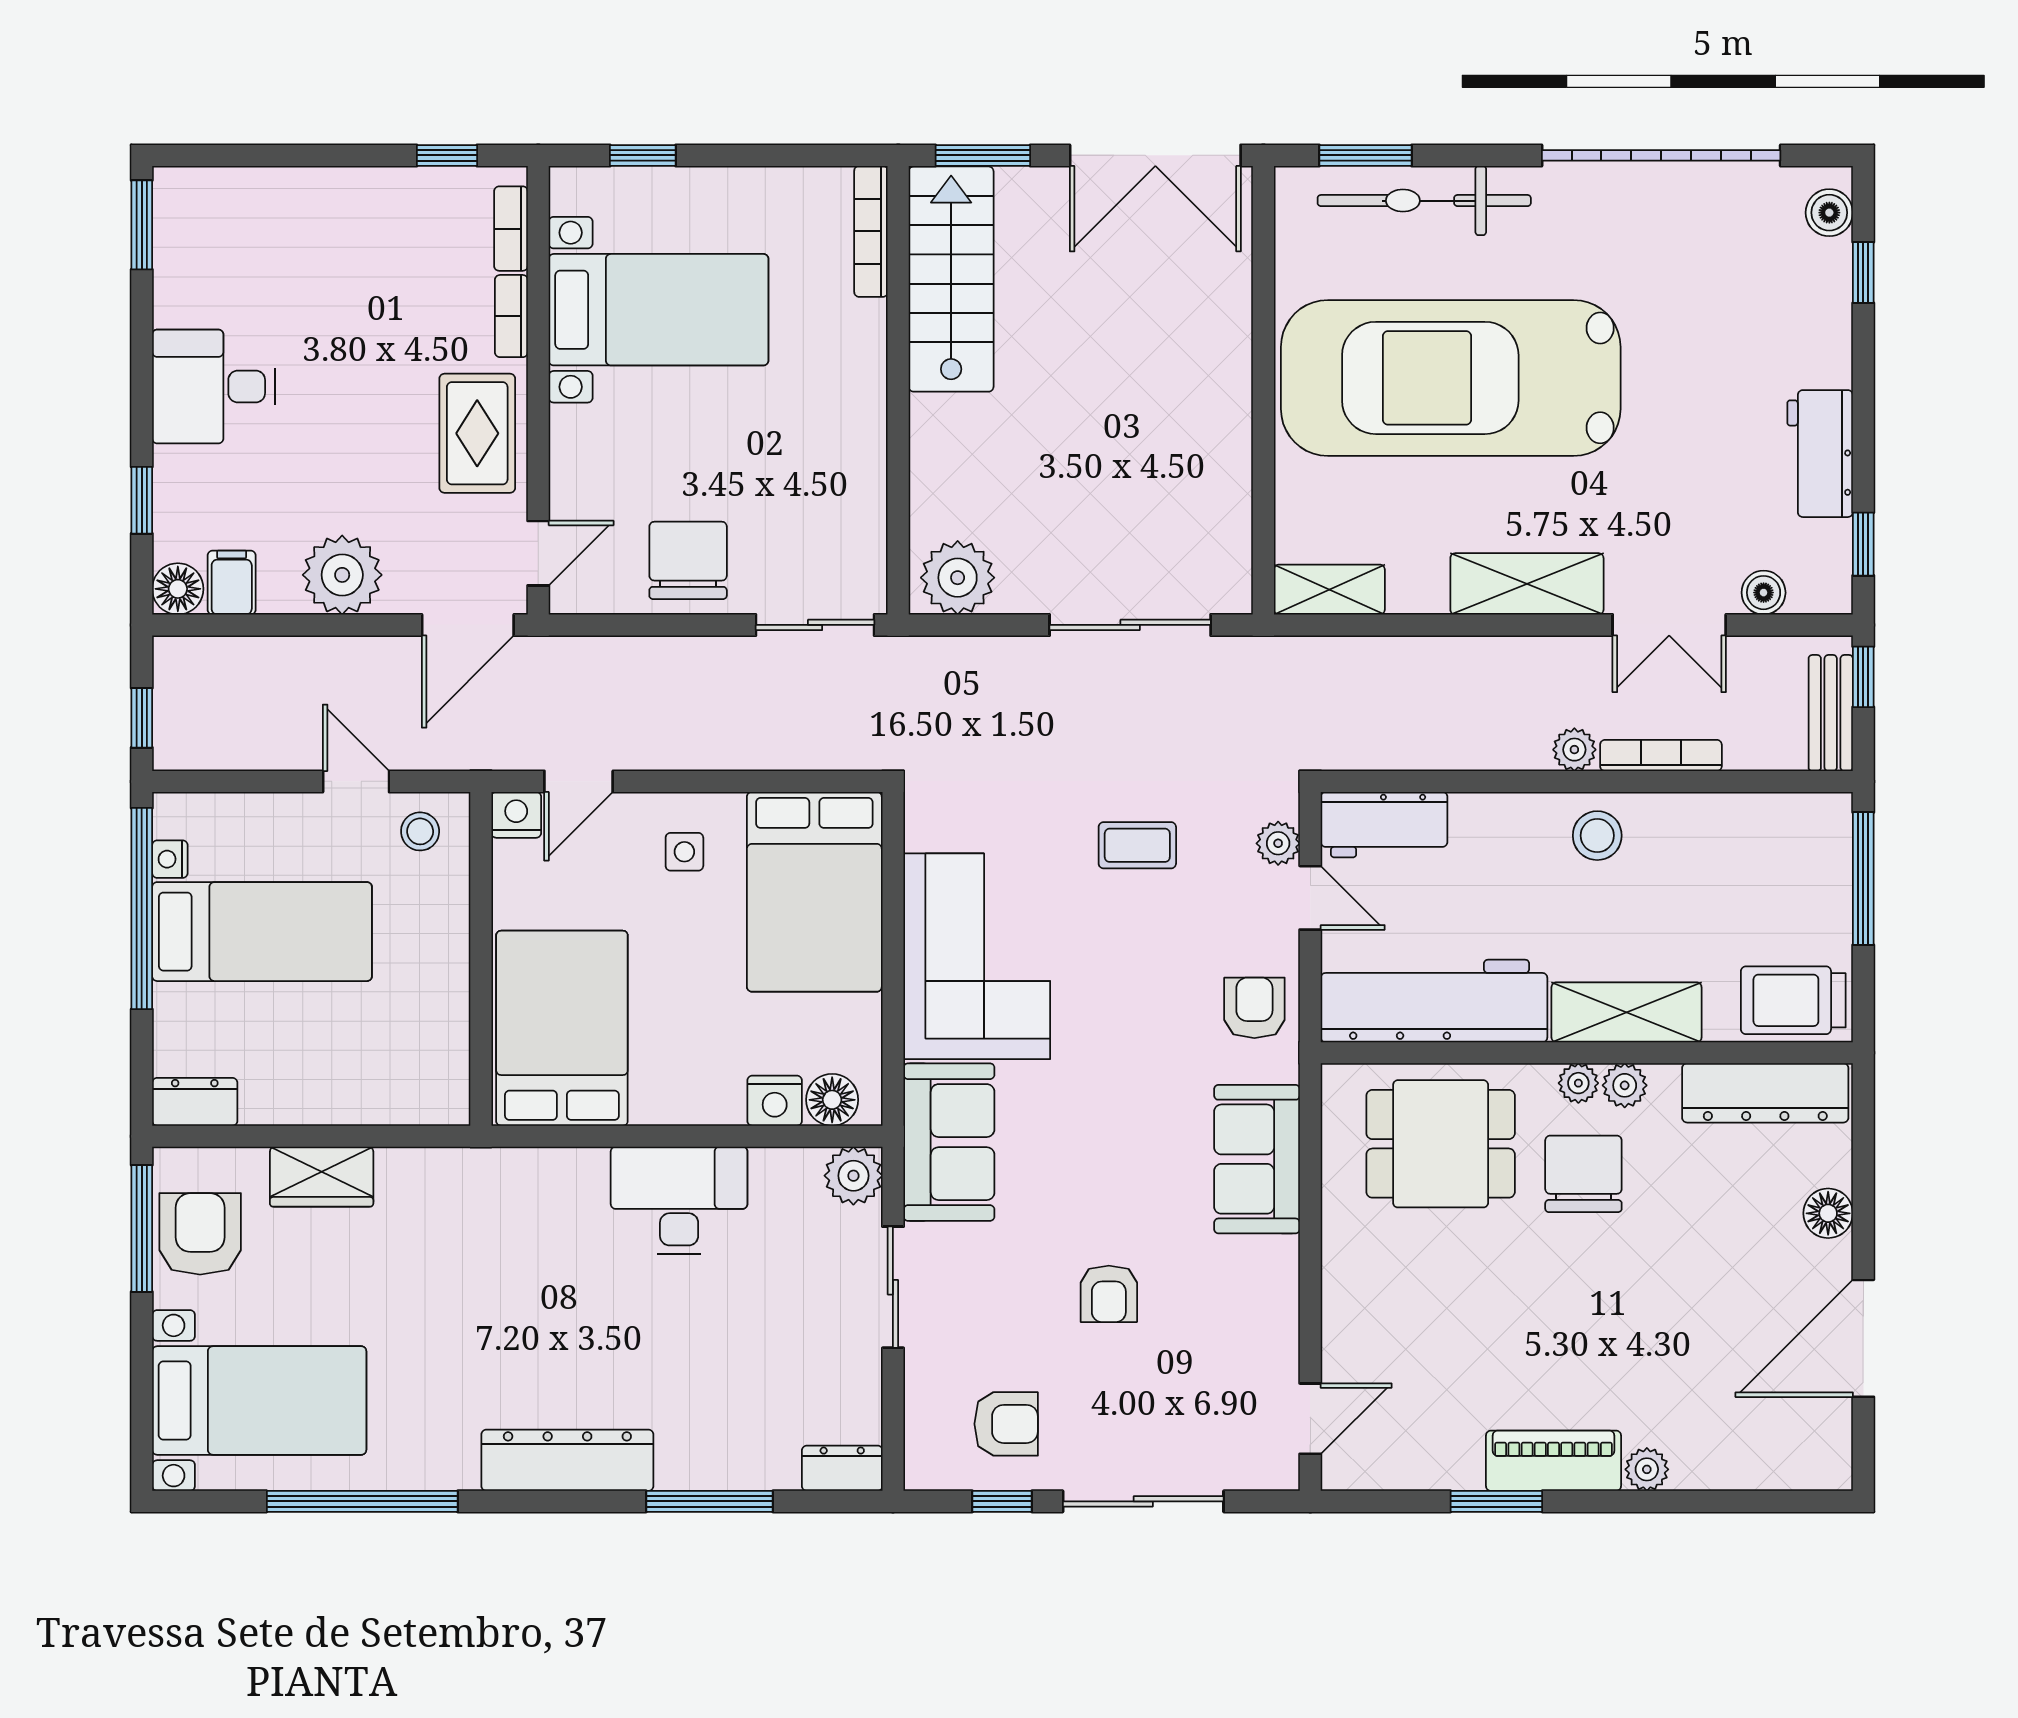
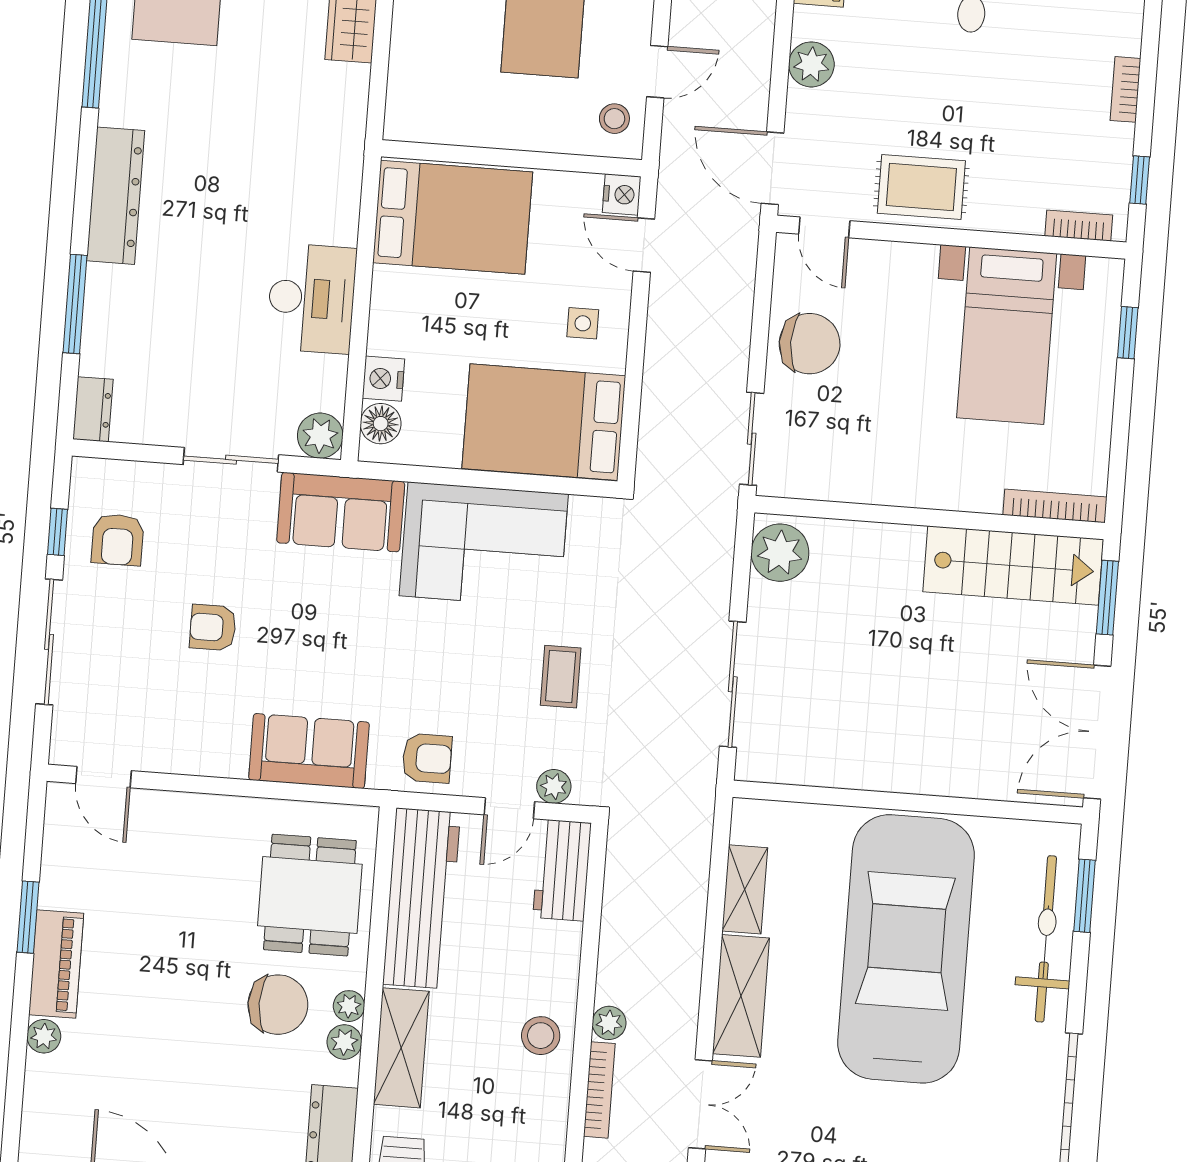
bookcase: (511, 316) -> (1125, 89), moved, turned -90
plant: (342, 575) -> (811, 64), width x0.73, depth x0.73
shelving: (1329, 590) -> (745, 889), moved
double door: (1669, 625) -> (700, 1104), swing flipped

